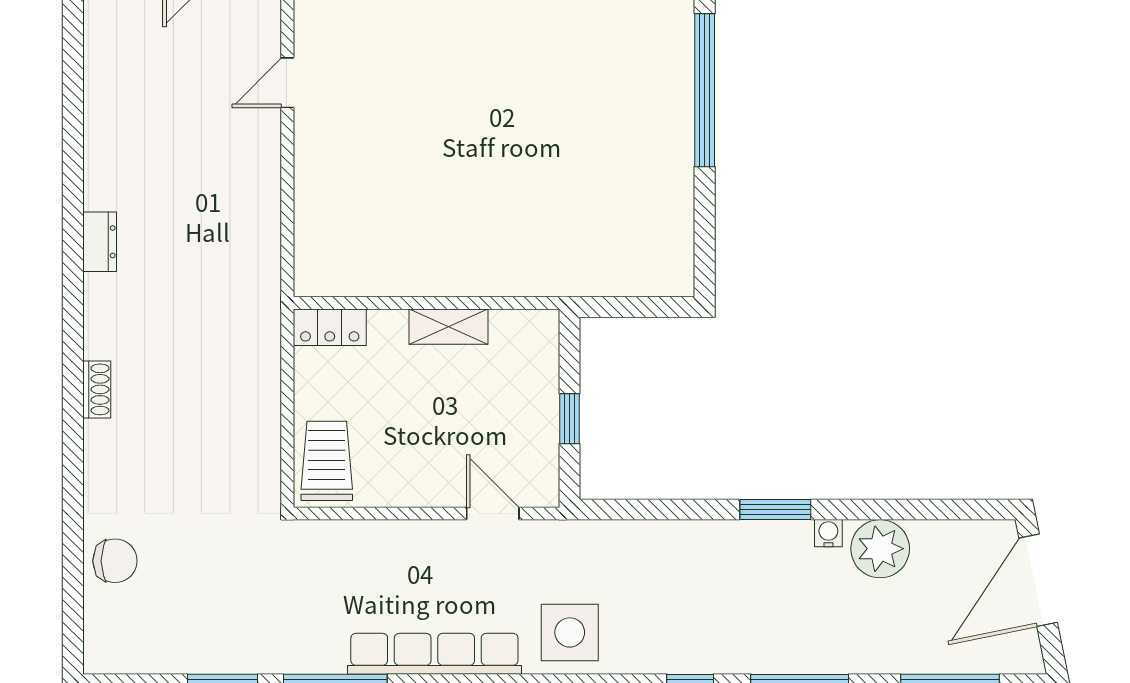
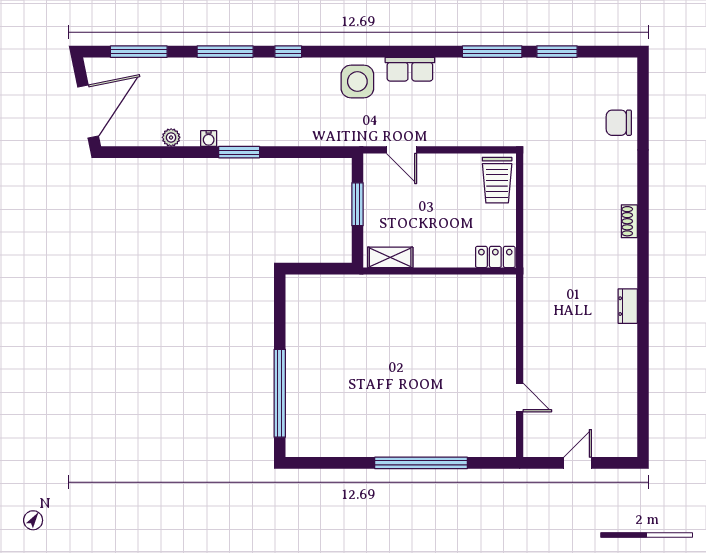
door: (287, 83) -> (520, 398), hinge flipped
shelving: (448, 327) -> (390, 257), moved
window: (570, 419) -> (357, 204), width x1.50
plant: (880, 549) -> (171, 137), width x0.53, depth x0.53
row of seats: (434, 654) -> (410, 69), width x0.50

